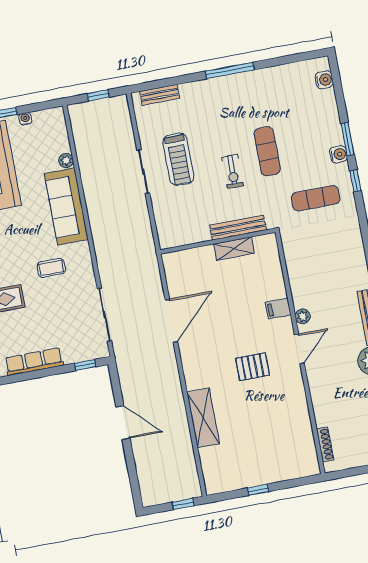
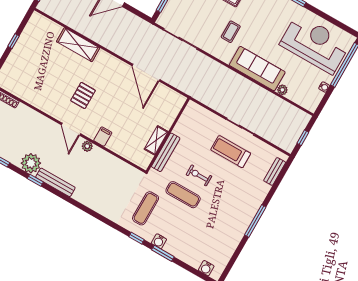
exercise mat: (267, 151) -> (183, 195), moved

